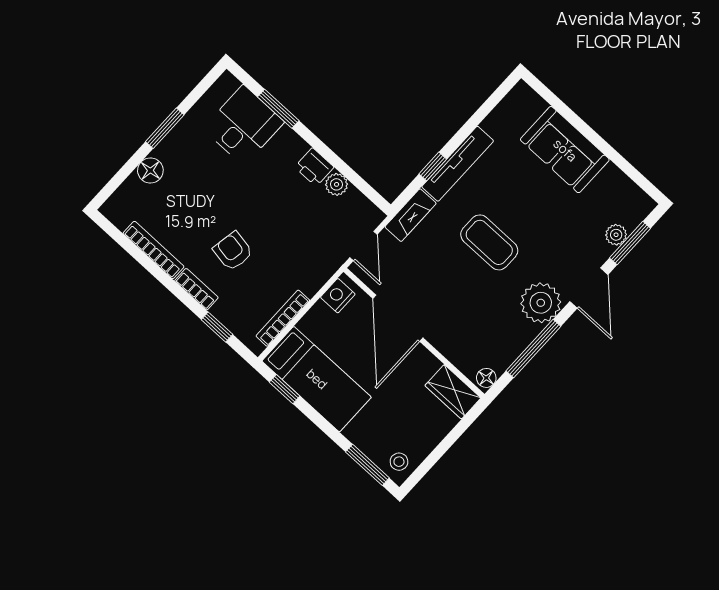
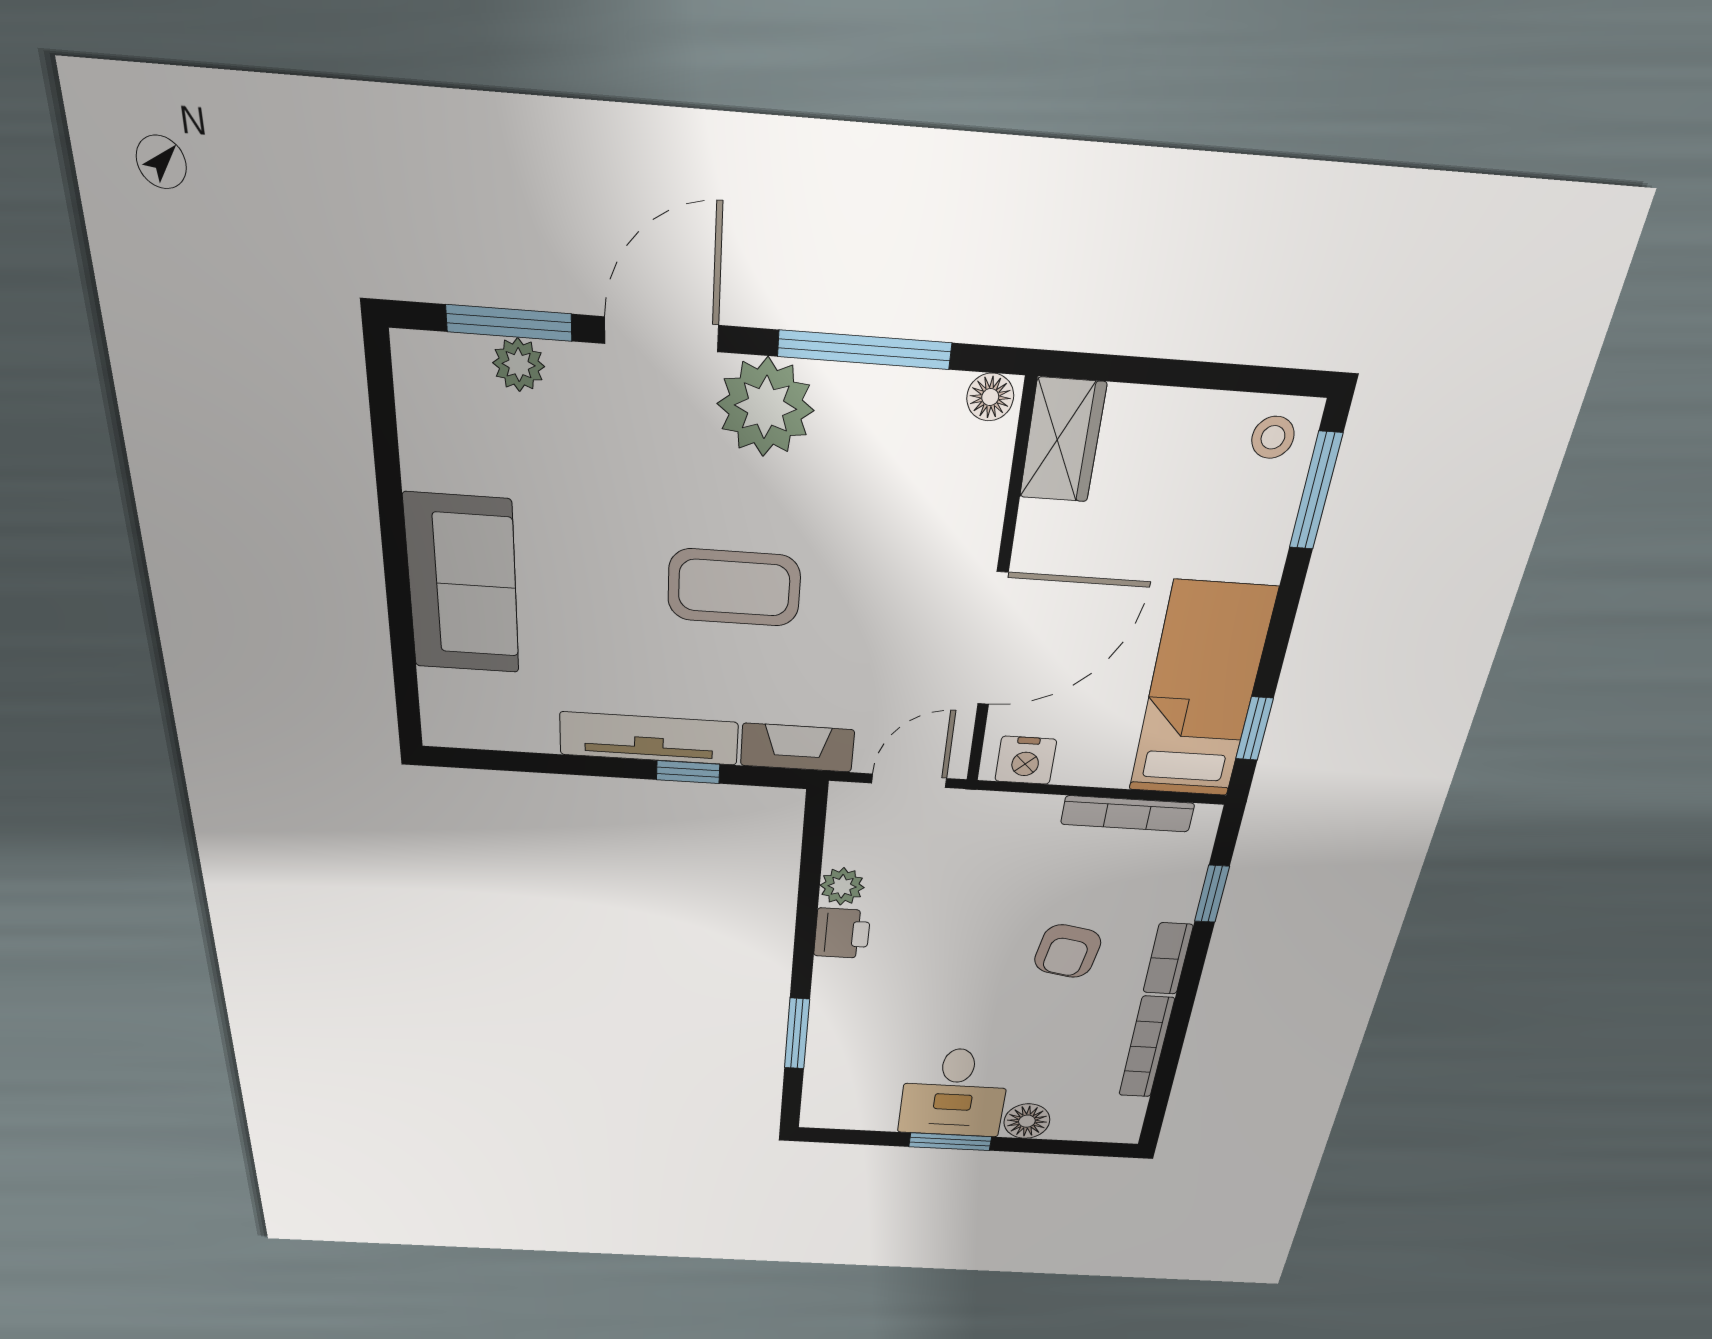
desk: (243, 125) -> (954, 1093), moved, turned -90
coffee table: (489, 242) -> (734, 588), turned 90

